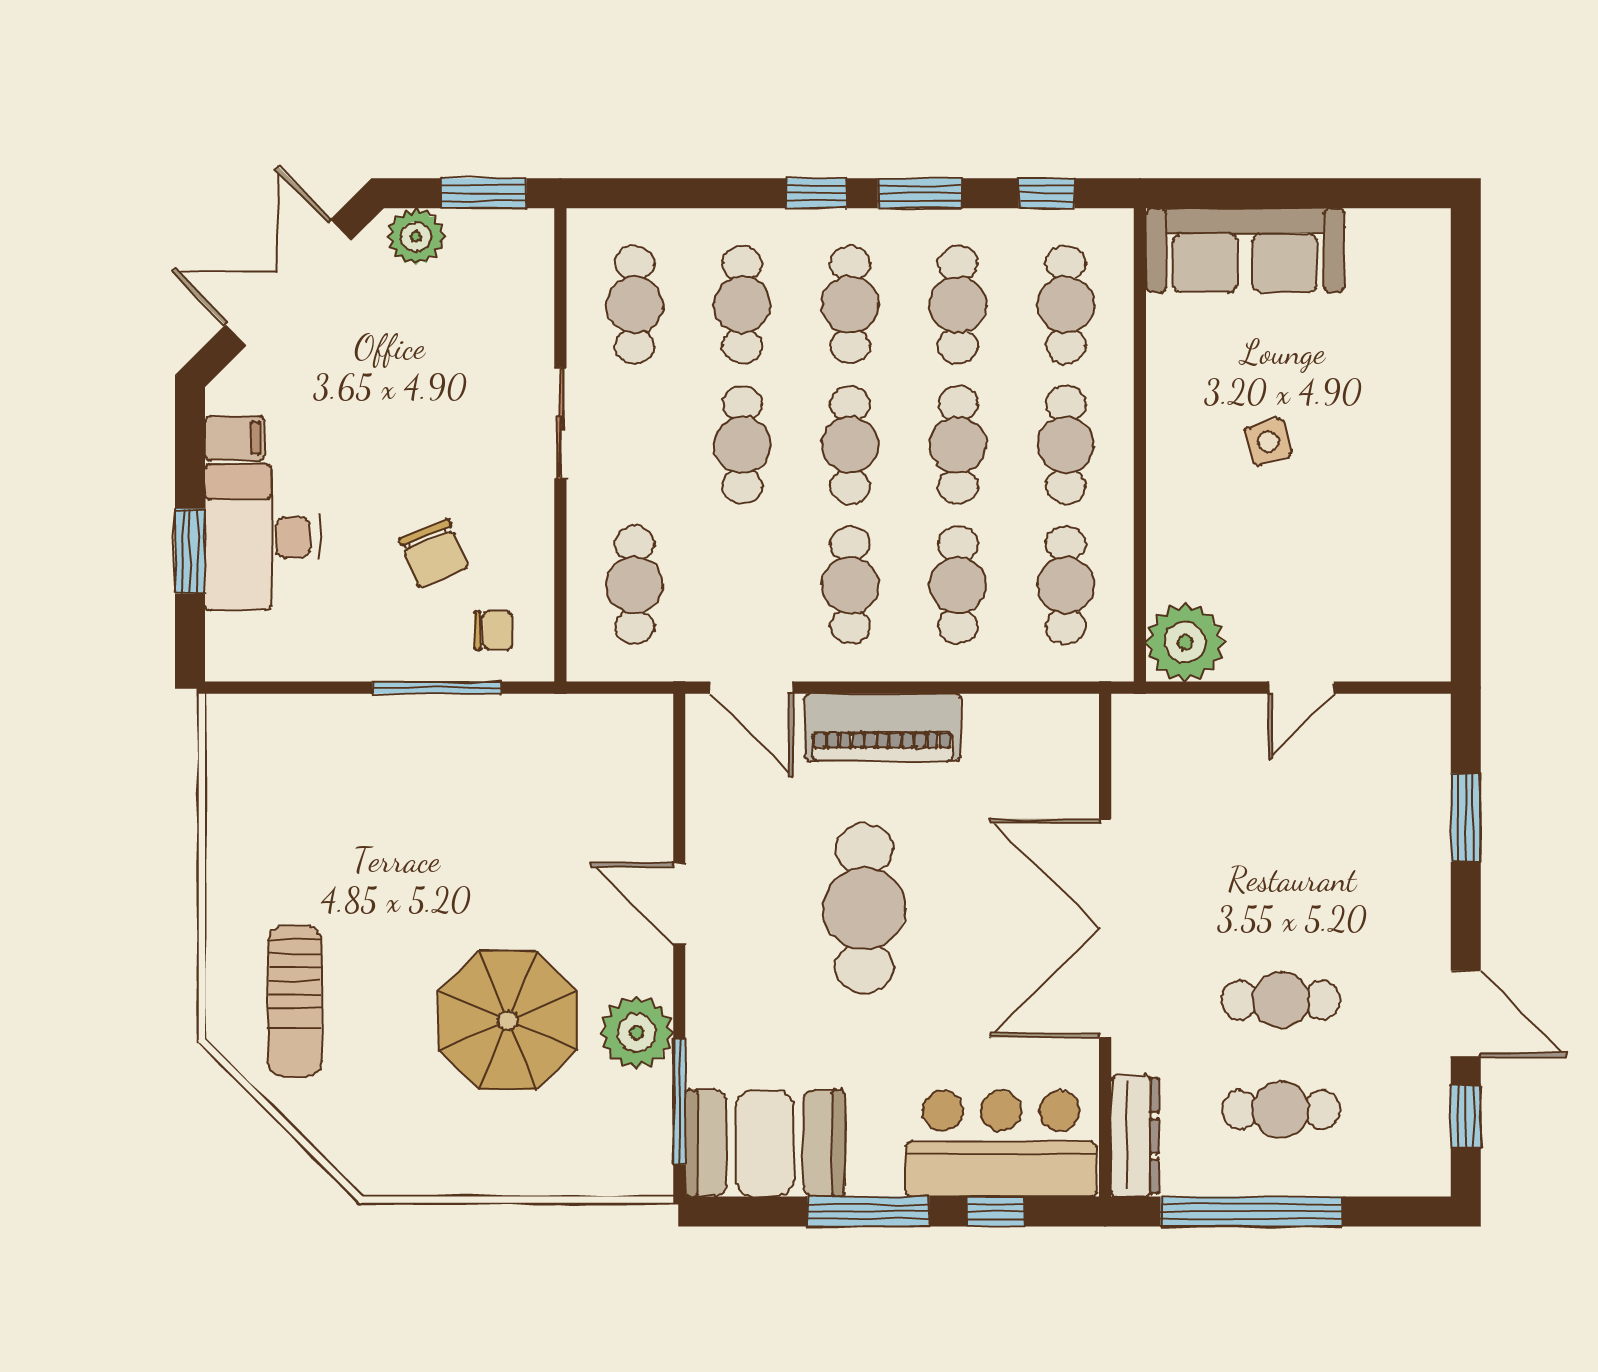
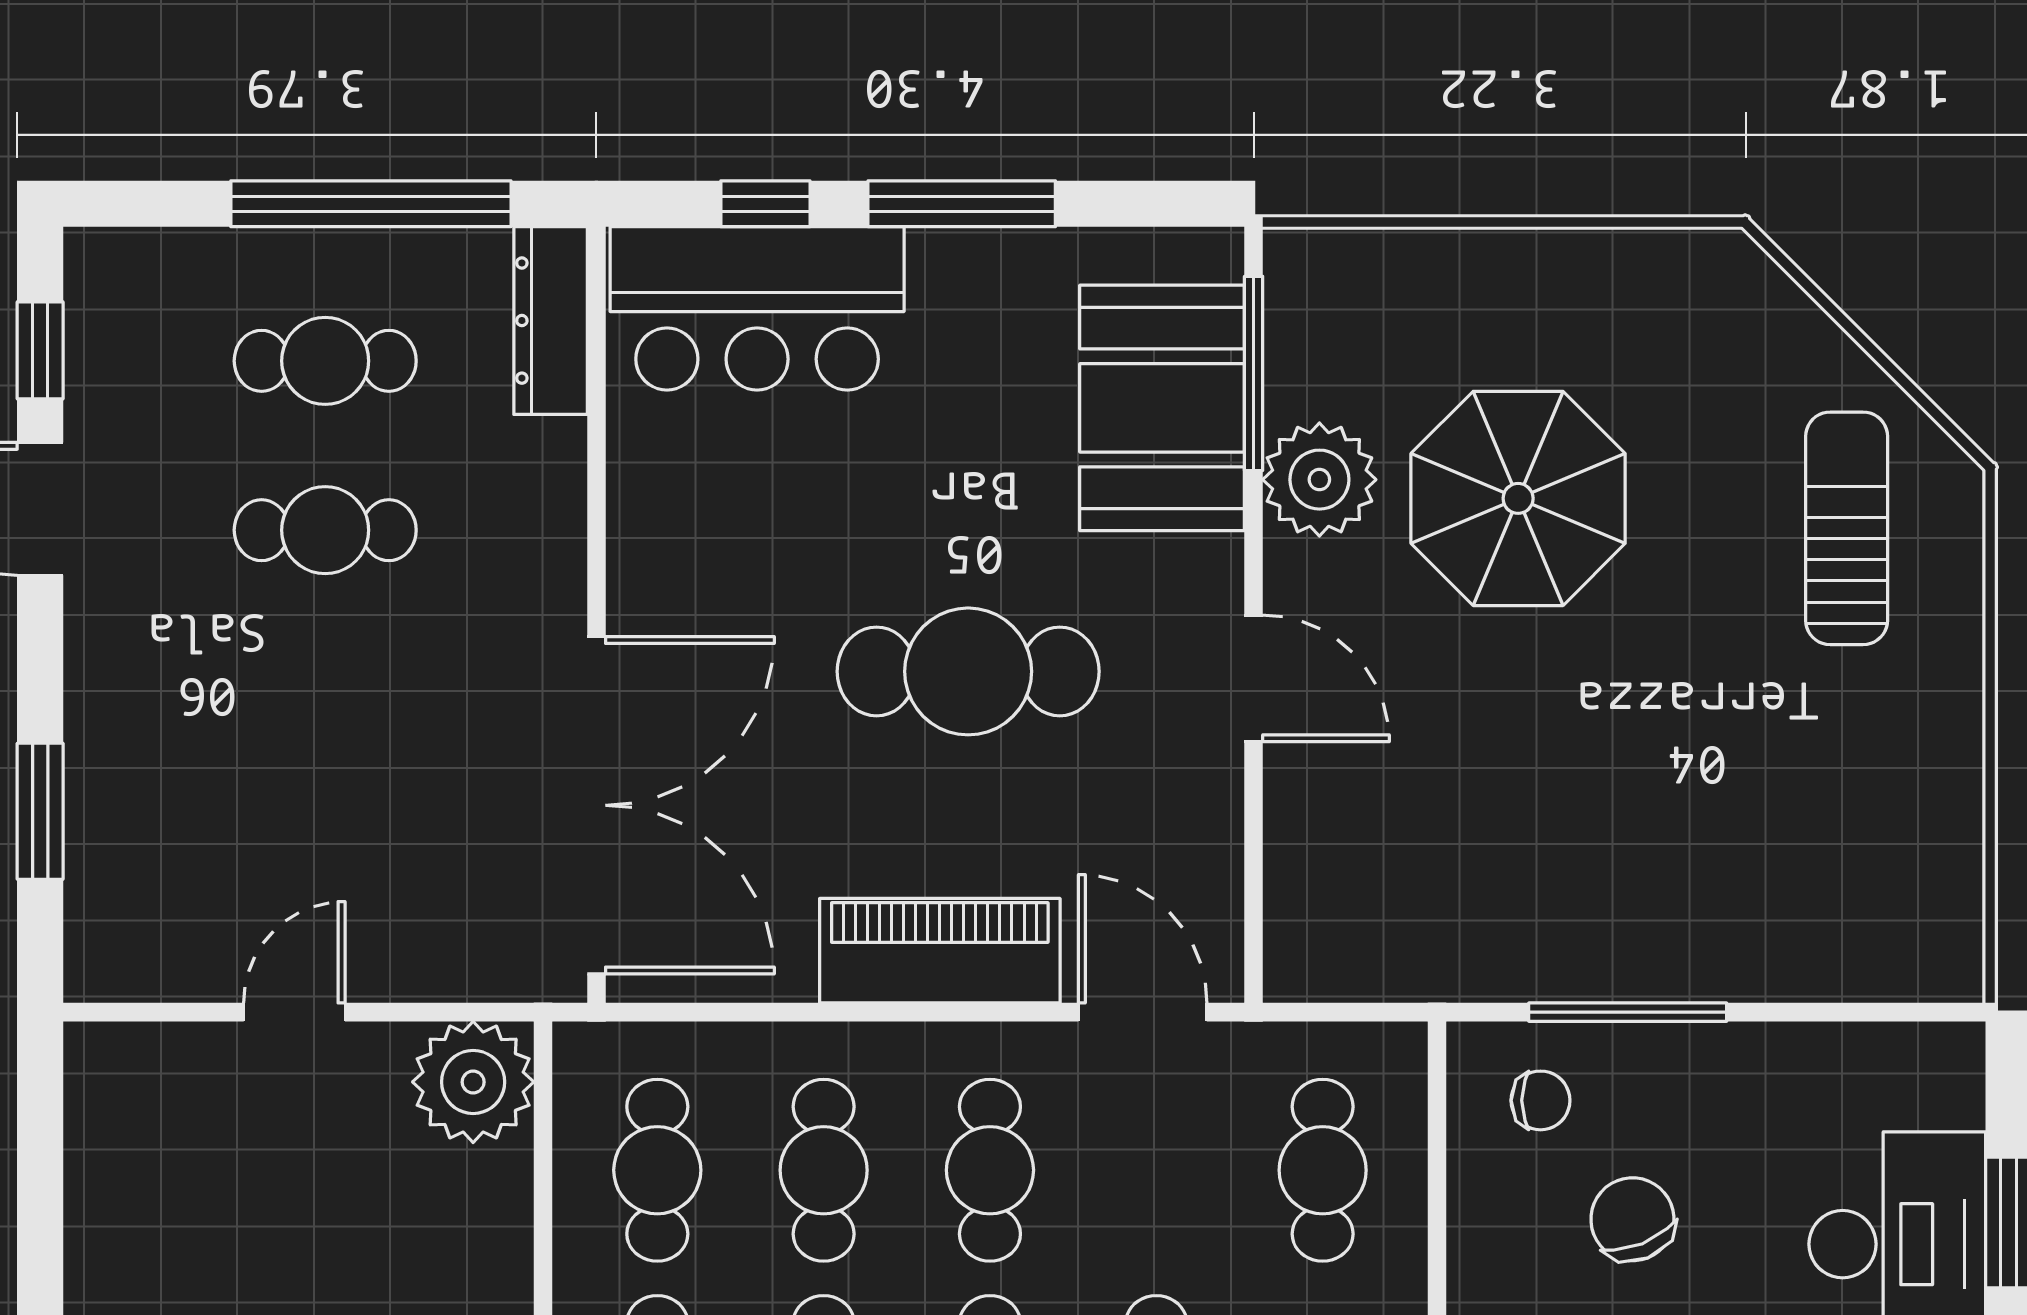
chair: (493, 630) -> (1541, 1100), turned 180
cafe table: (864, 908) -> (968, 671), turned 90
double door: (1105, 928) -> (596, 805), moved
booth: (765, 1143) -> (1162, 408), moved, turned 90

